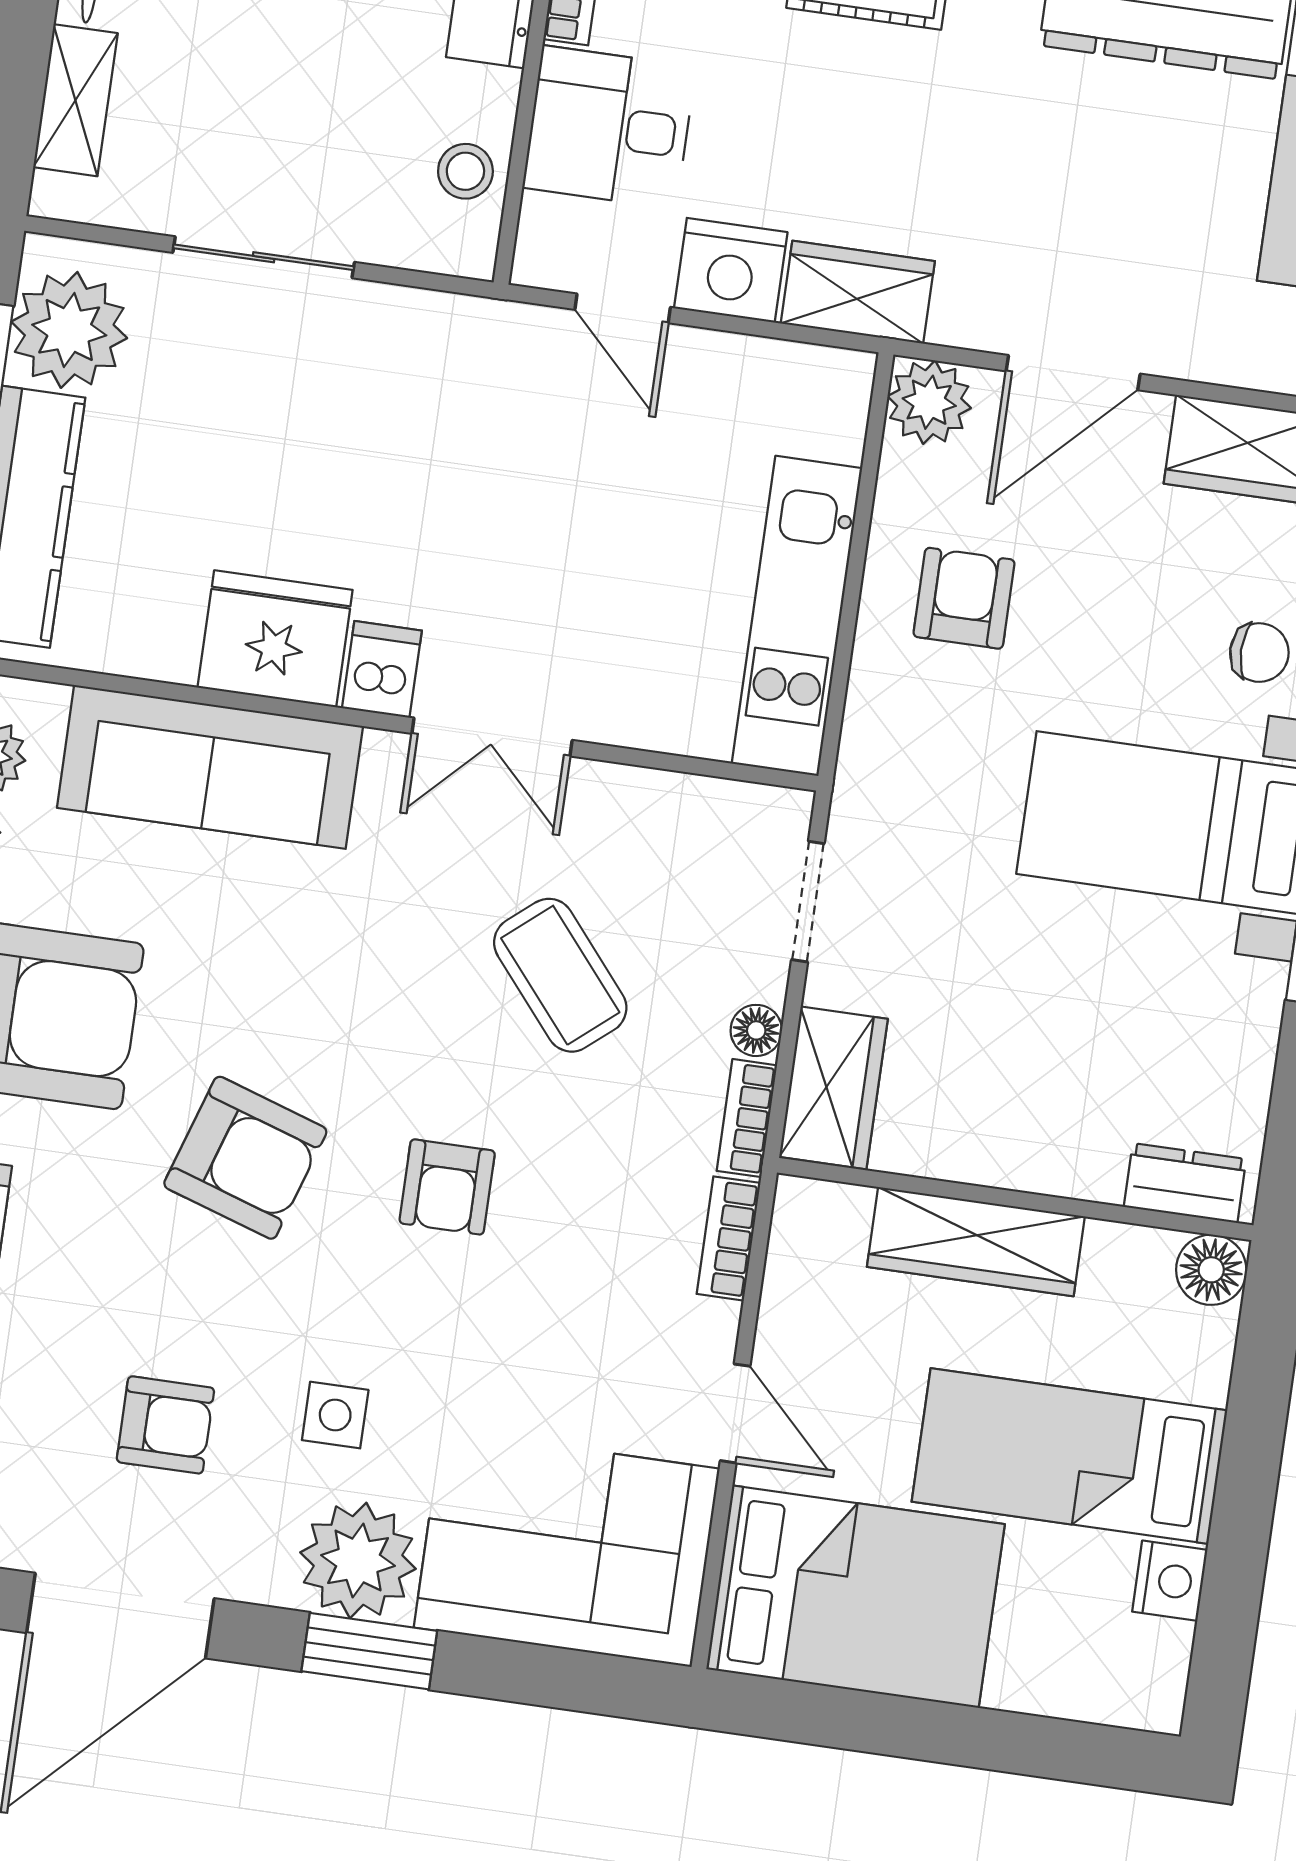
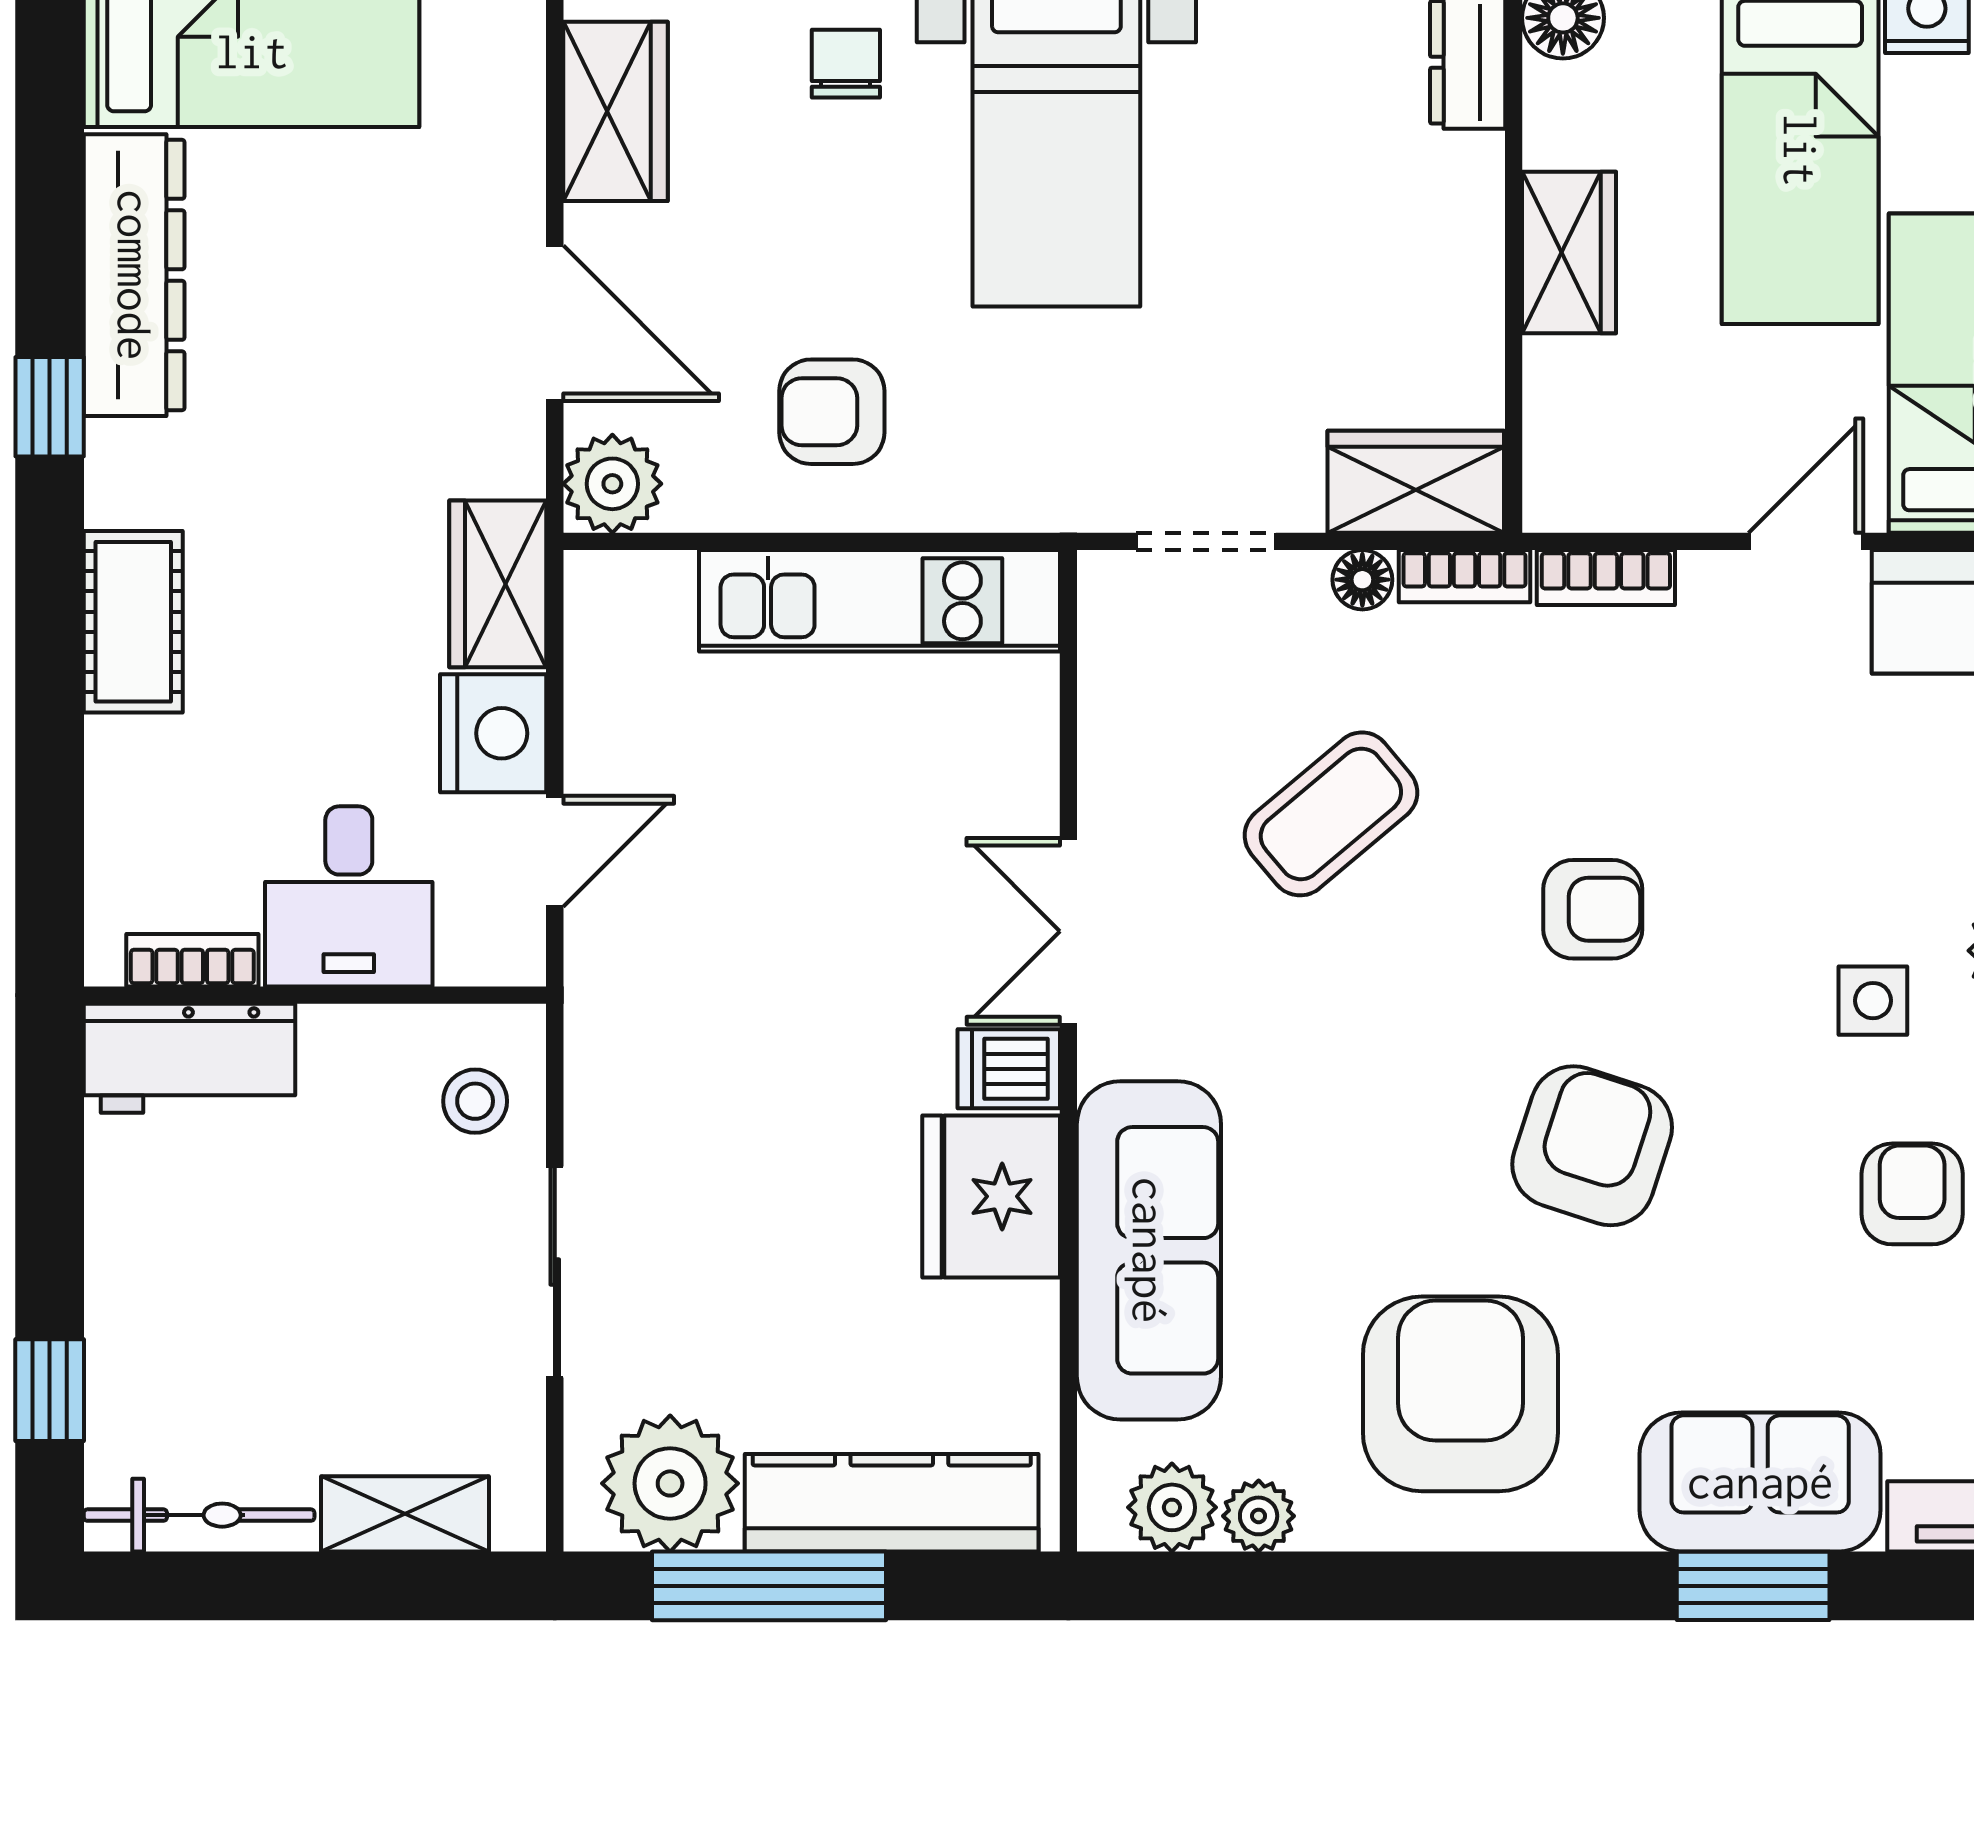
stool: (465, 171) -> (475, 1101), moved
double door: (492, 737) -> (1068, 931), swing flipped
wardrobe: (976, 1242) -> (1569, 253), width x0.67

